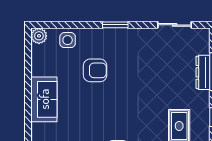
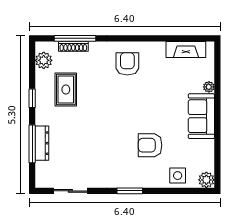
plant: (37, 129) -> (209, 87), added

